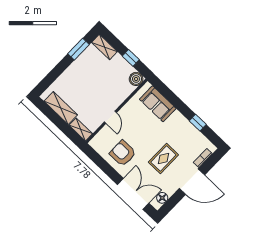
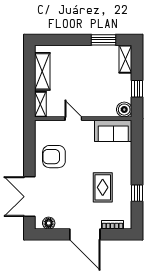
sofa: (158, 104) -> (113, 131), moved, turned -90
door: (110, 117) -> (73, 119), swing flipped
armchair: (123, 153) -> (54, 157), turned -90
rug: (163, 159) -> (103, 187), moved, turned 90
double door: (133, 194) -> (29, 197), swing flipped

